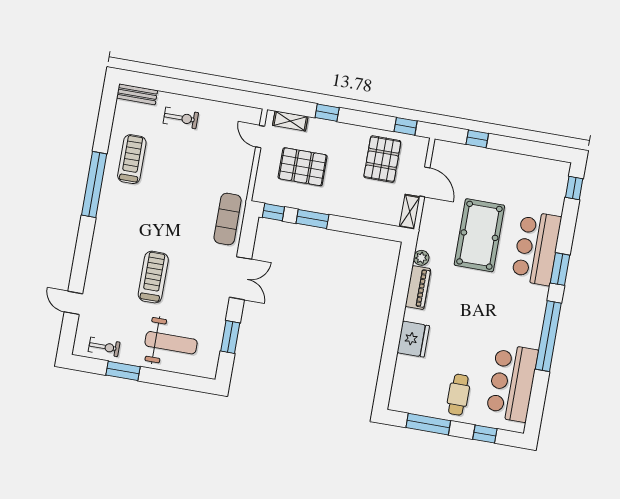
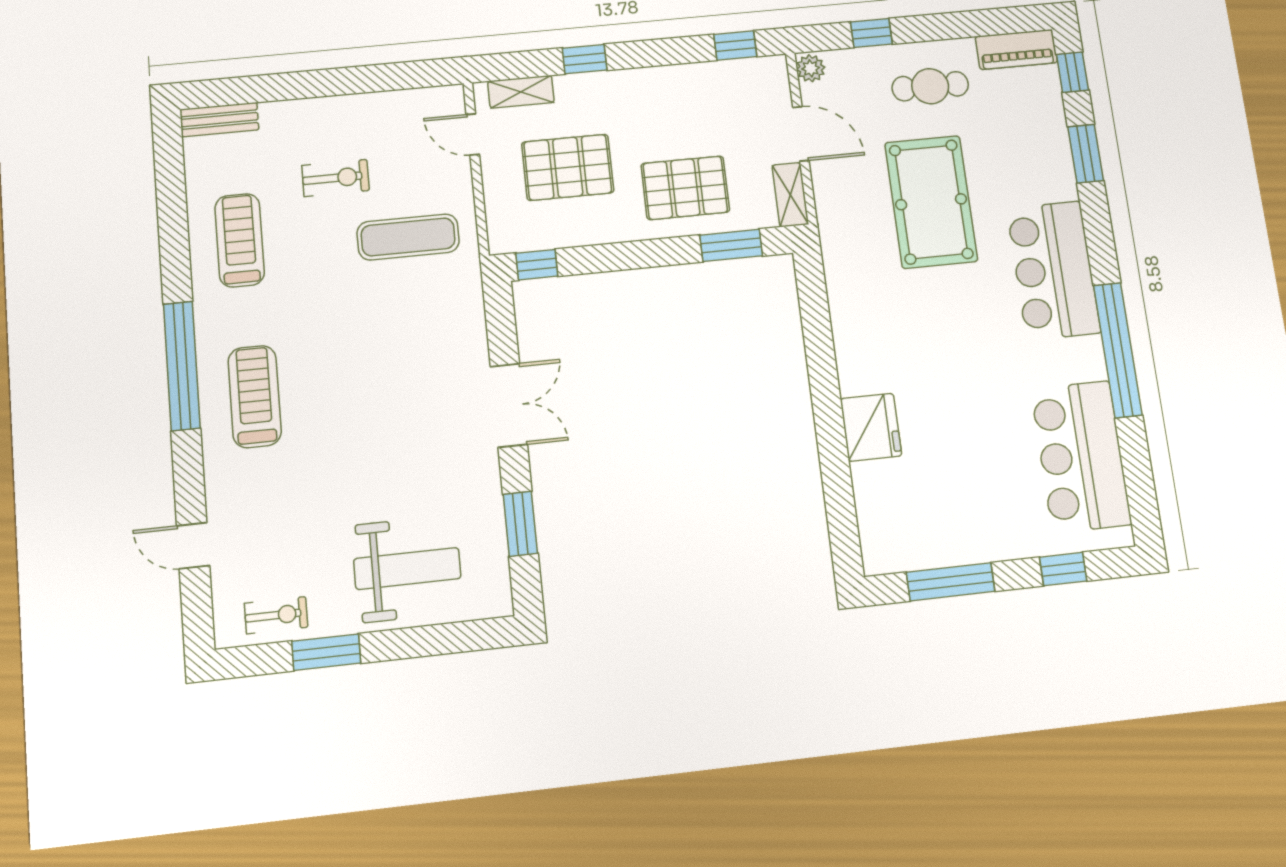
exercise bike: (181, 118) -> (336, 178), moved
pallet: (382, 159) -> (685, 188), moved, turned 90
window: (94, 184) -> (182, 366), moved
exercise mat: (228, 219) -> (408, 237), moved, turned 90
window: (312, 219) -> (731, 245), moved
bar counter: (537, 248) -> (1054, 270), moved
plant: (421, 258) -> (811, 68), moved
window: (560, 269) -> (1086, 154), moved
treadmill: (153, 277) -> (255, 396), moved
piano: (418, 288) -> (1016, 50), moved, turned 90
cafe table: (458, 395) -> (930, 86), moved, turned 90

